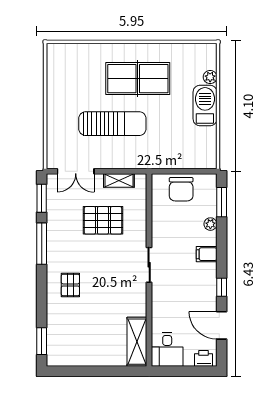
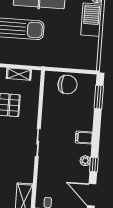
chair: (181, 189) -> (67, 85), turned -90
plant: (210, 224) -> (85, 161), moved

